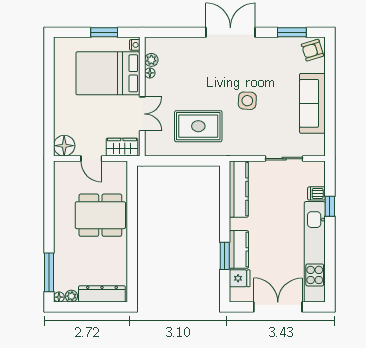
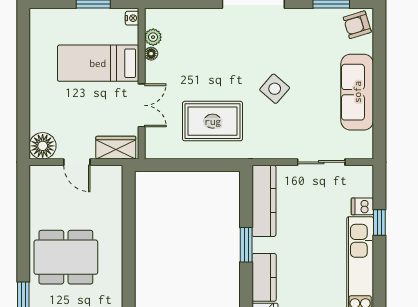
bed: (108, 73) -> (98, 63), width x0.67
side table: (247, 101) -> (275, 89), turned 38
dining table: (100, 215) -> (66, 257), moved
window: (225, 256) -> (246, 245), moved

